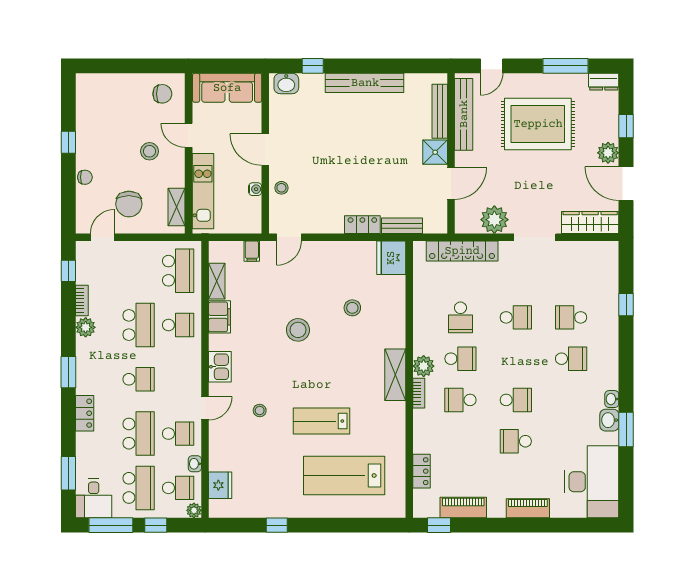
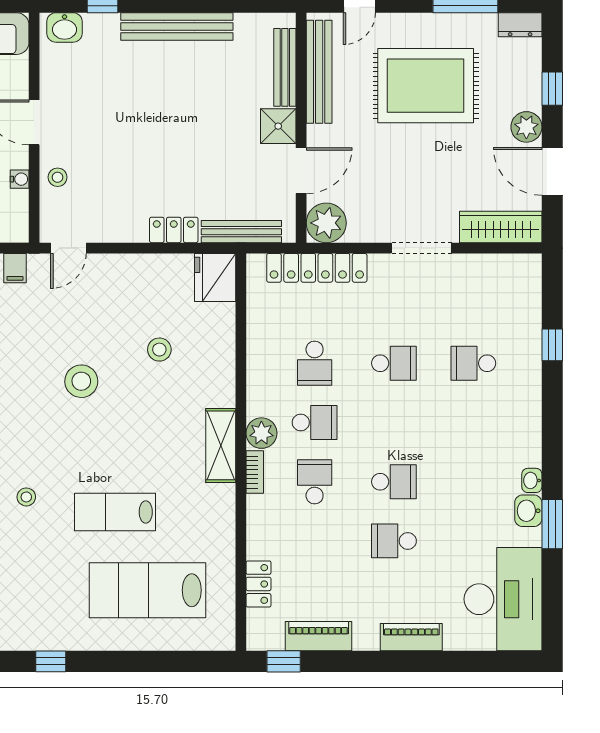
plant: (494, 220) -> (326, 223), moved
bench: (402, 226) -> (241, 232), width x1.36
school desk: (571, 359) -> (473, 422), removed
school desk: (460, 400) -> (315, 482), turned 90

